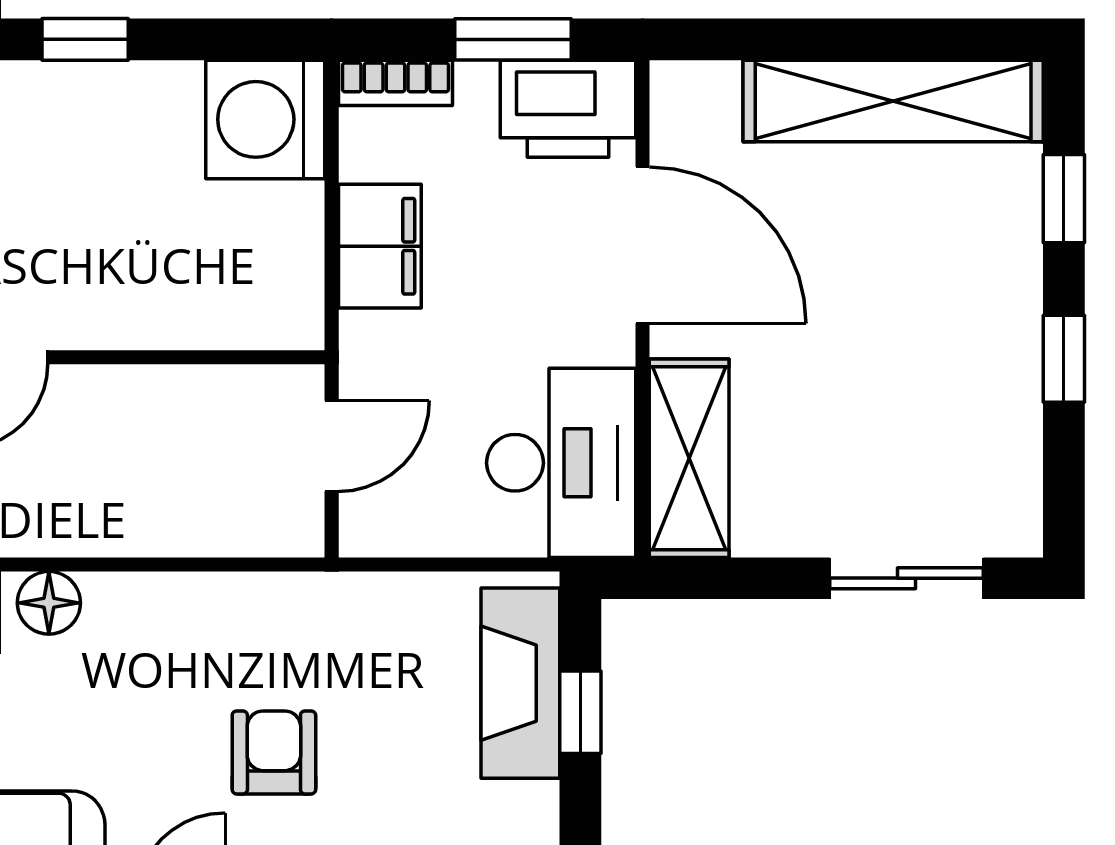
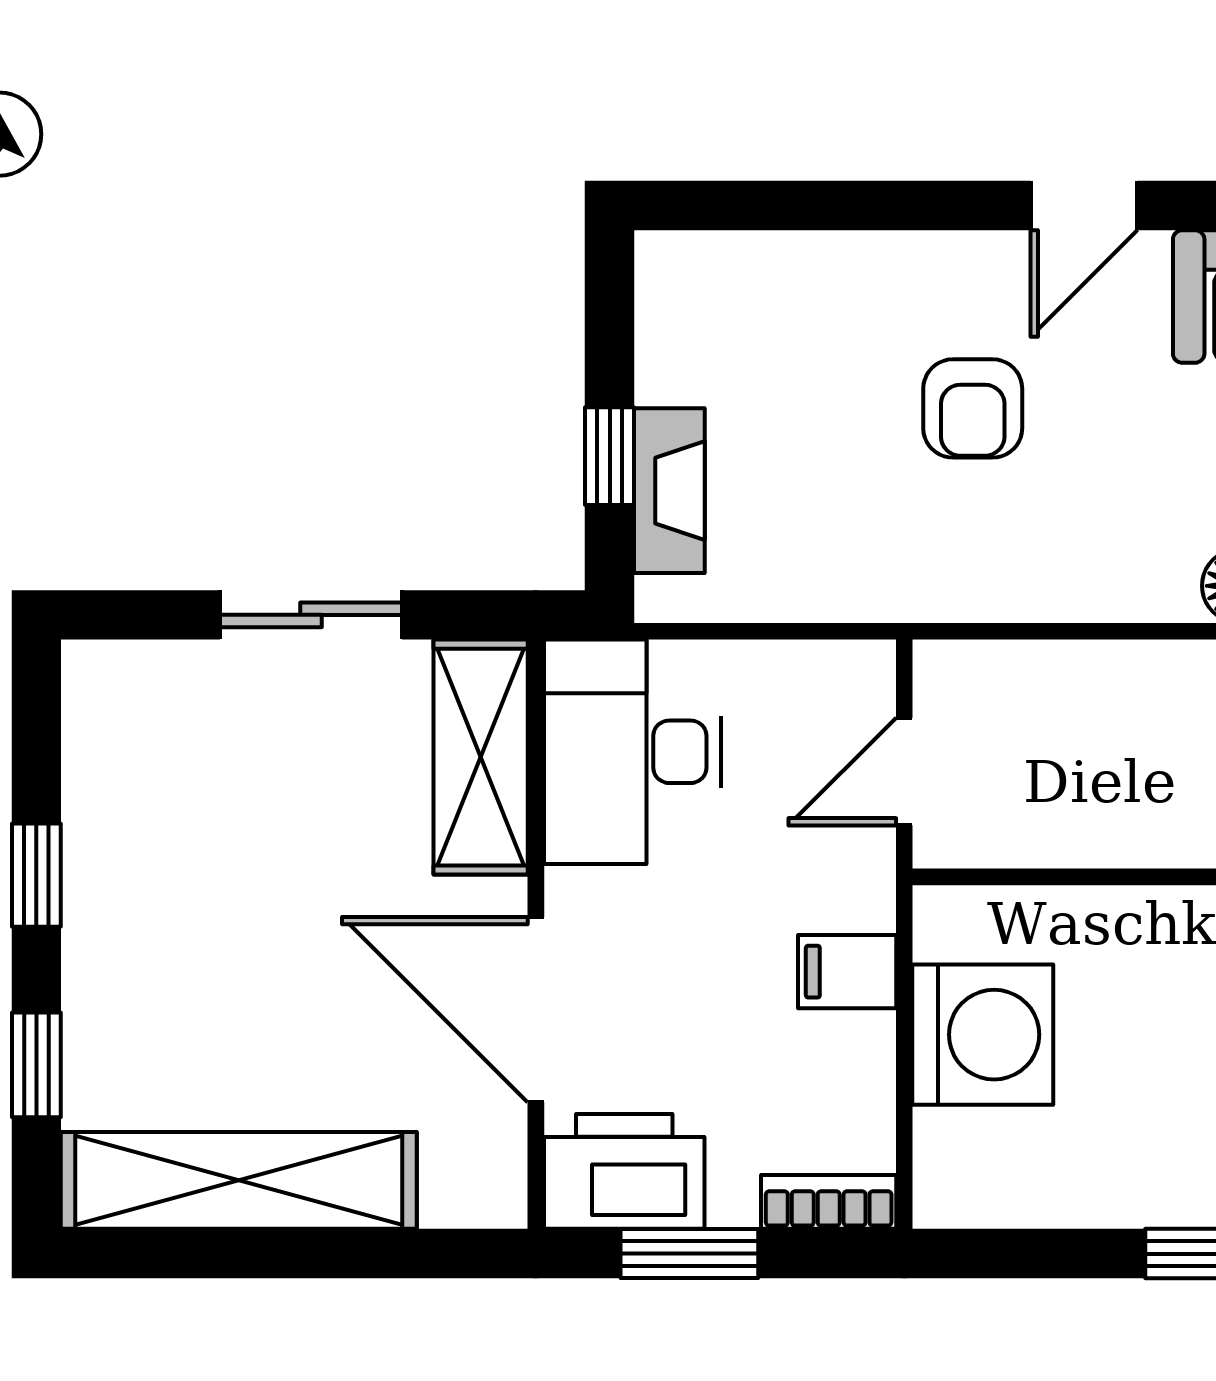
washing machine: (265, 119) -> (983, 1035), moved
filing cabinet: (380, 246) -> (847, 972), width x0.50
sliding door: (907, 578) -> (311, 615), moved
fireplace: (520, 683) -> (669, 491), width x0.73, depth x0.76

